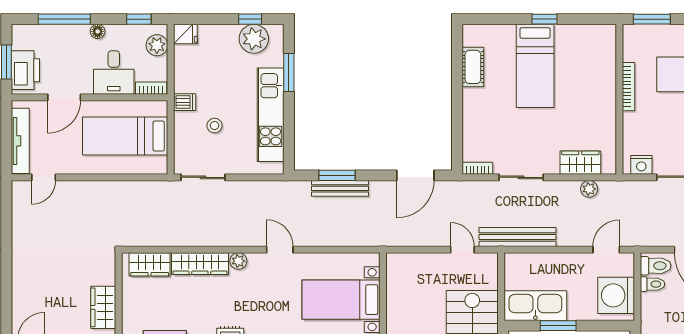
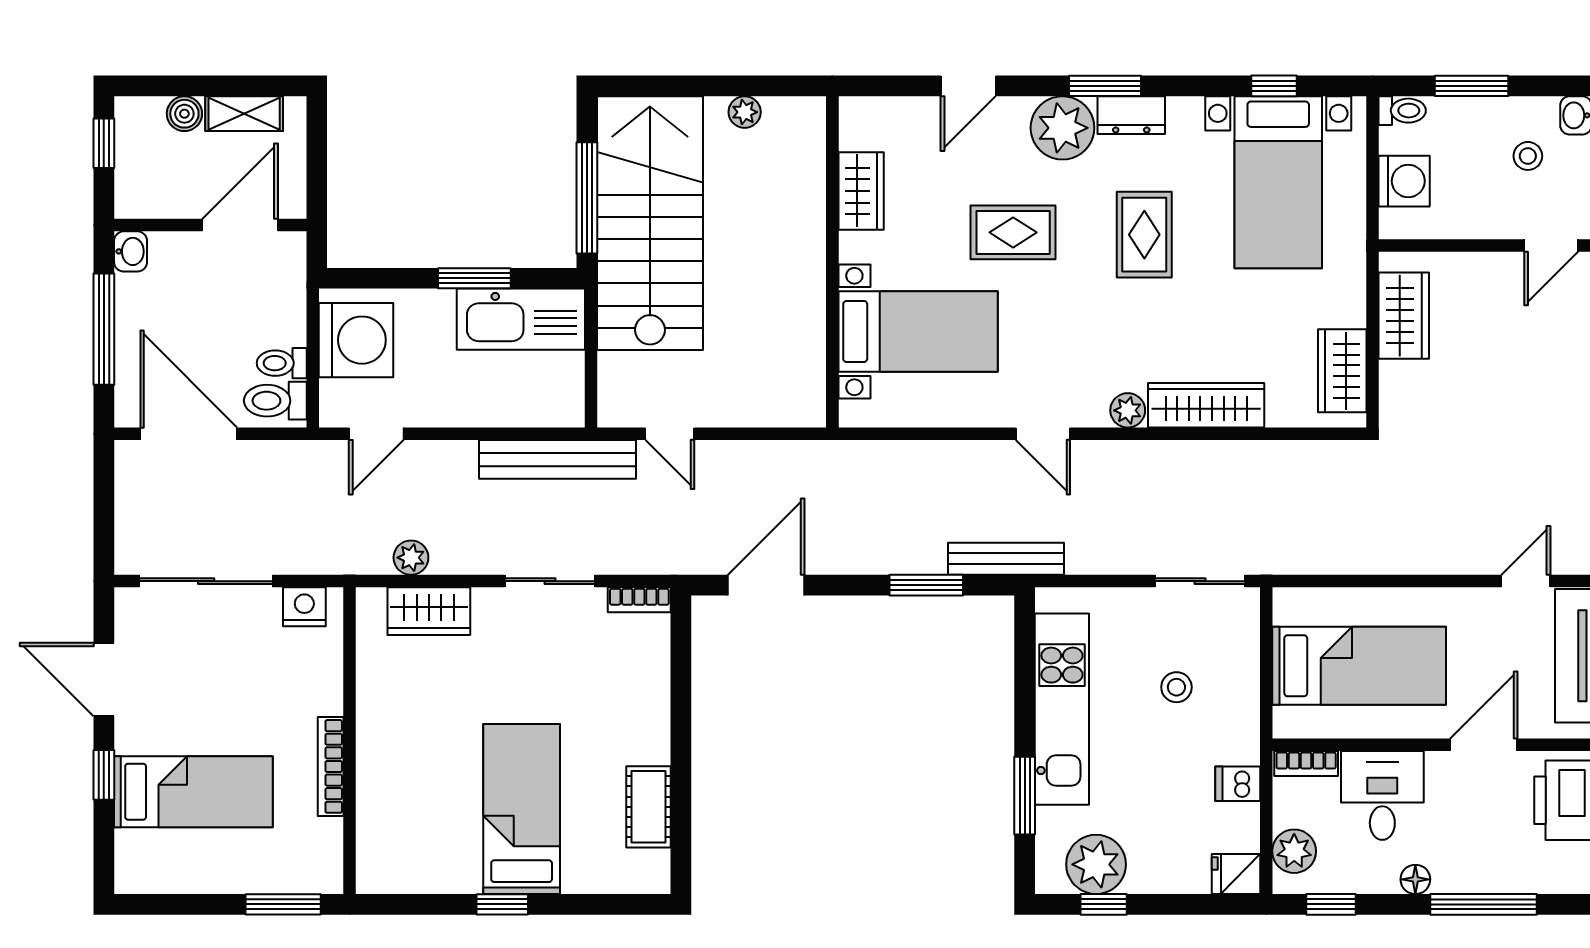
dishwasher: (185, 102) -> (1238, 784), moved
bench: (340, 188) -> (1006, 559), moved
wardrobe: (150, 264) -> (1342, 371), moved, turned -90

